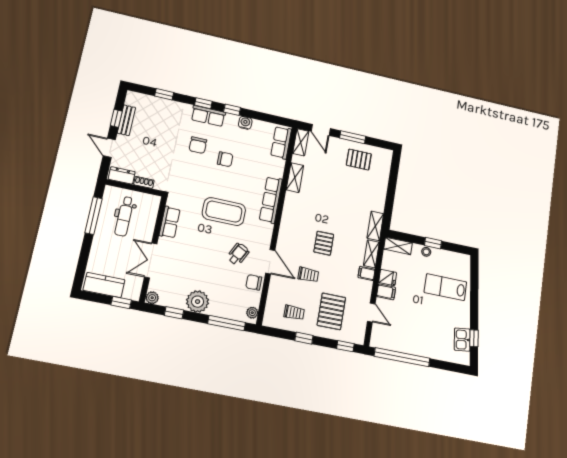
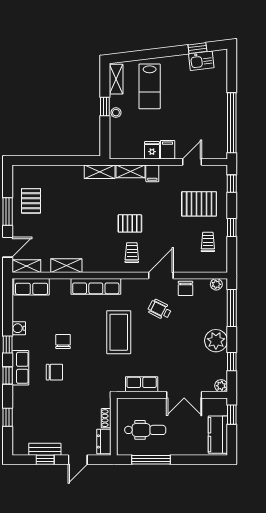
shelving: (398, 246) -> (116, 79), moved
trolley: (308, 275) -> (132, 253), moved

